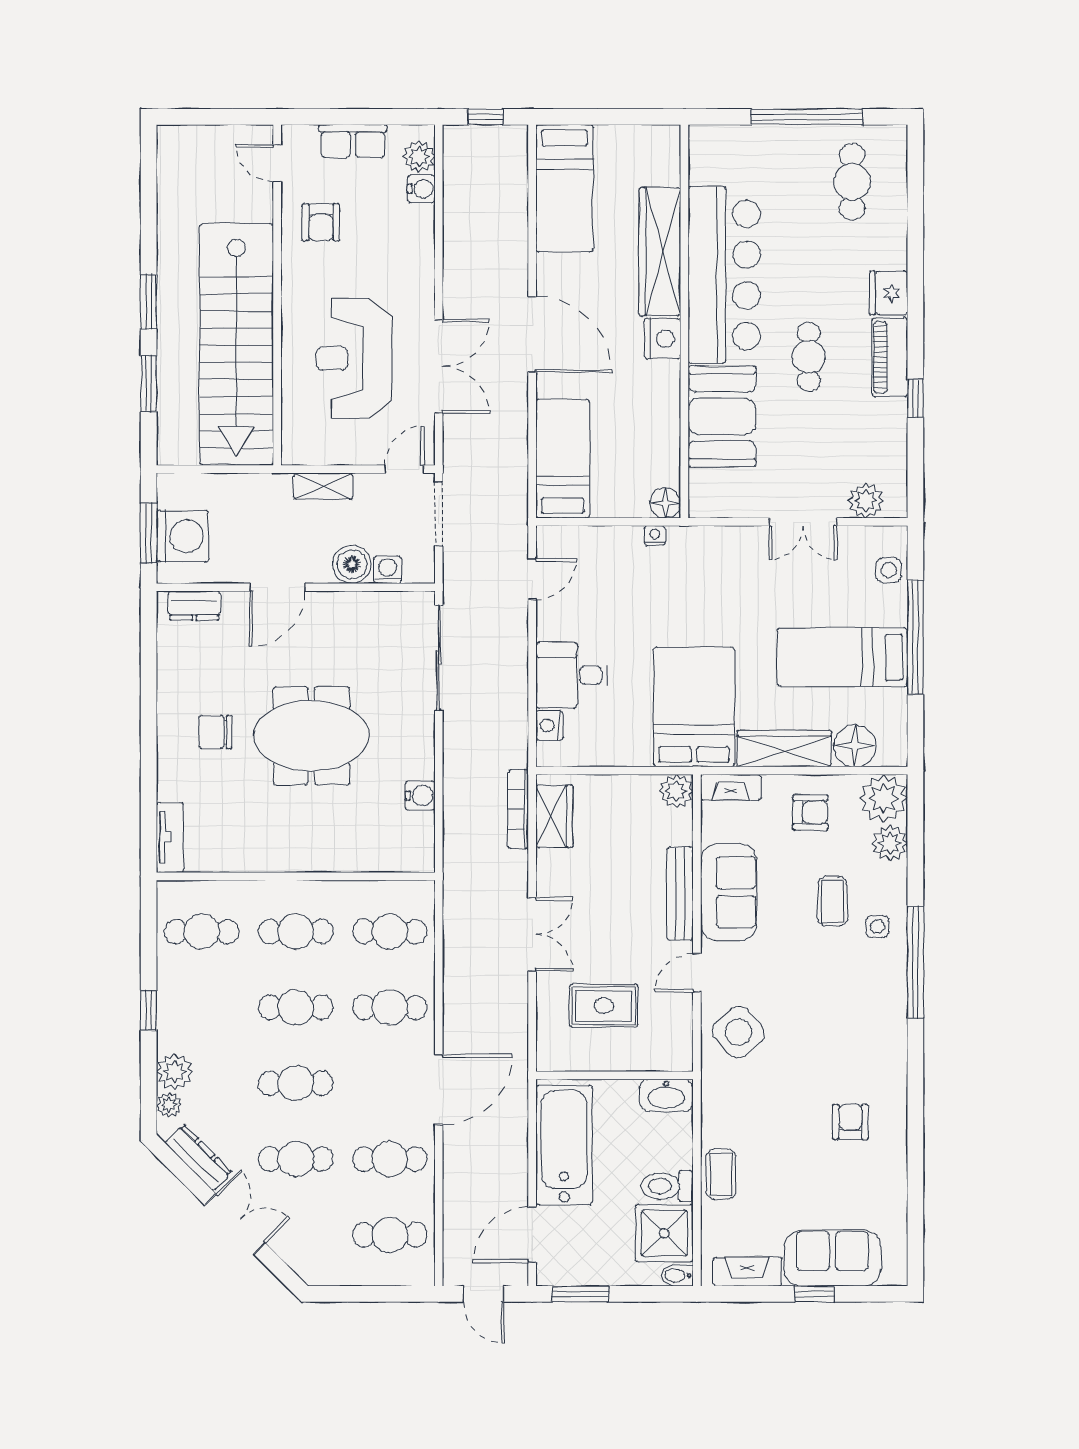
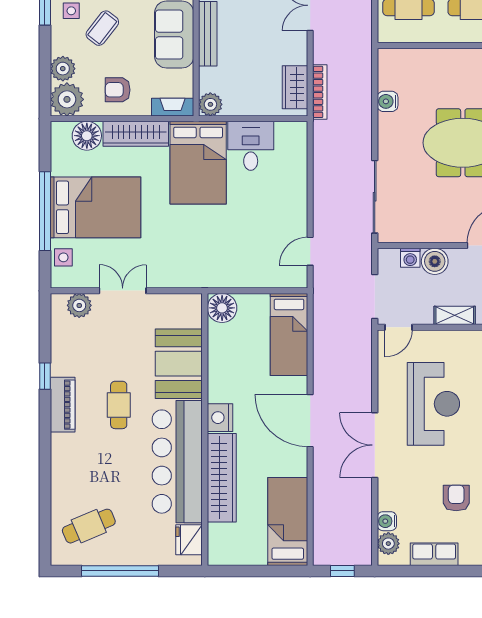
cafe table: (852, 182) -> (89, 526), turned 67
fridge: (889, 293) -> (189, 540), moved, turned 180
double door: (439, 366) -> (375, 445), moved
floor lamp: (665, 503) -> (222, 308), width x1.38, depth x1.38
nightstand: (655, 536) -> (225, 281), removed
bed: (842, 657) -> (95, 207), width x1.50
desk: (571, 675) -> (251, 146), moved, turned -90
nightstand: (549, 726) -> (298, 150), removed
coffee table: (832, 901) -> (102, 28), turned 38

